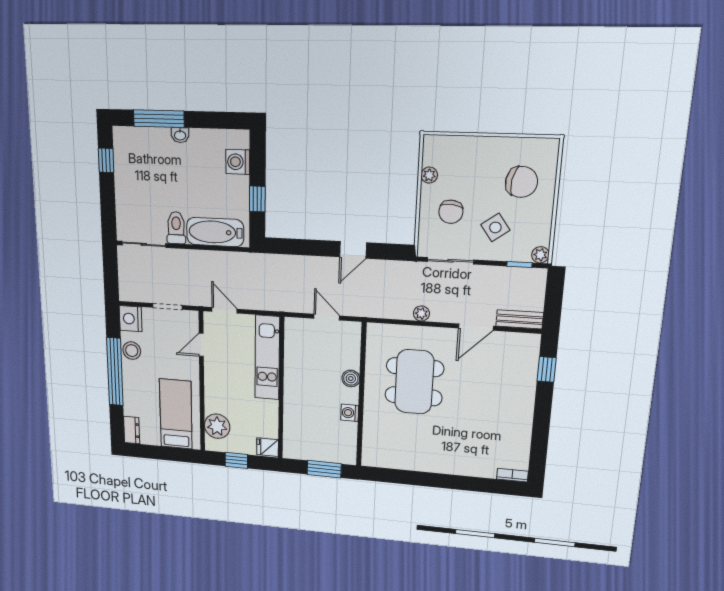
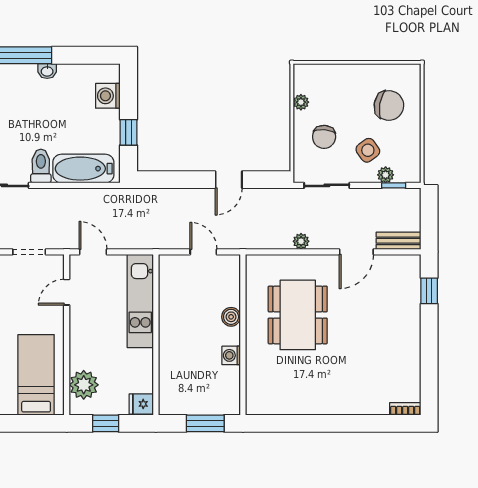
plant: (540, 255) -> (386, 175), moved

